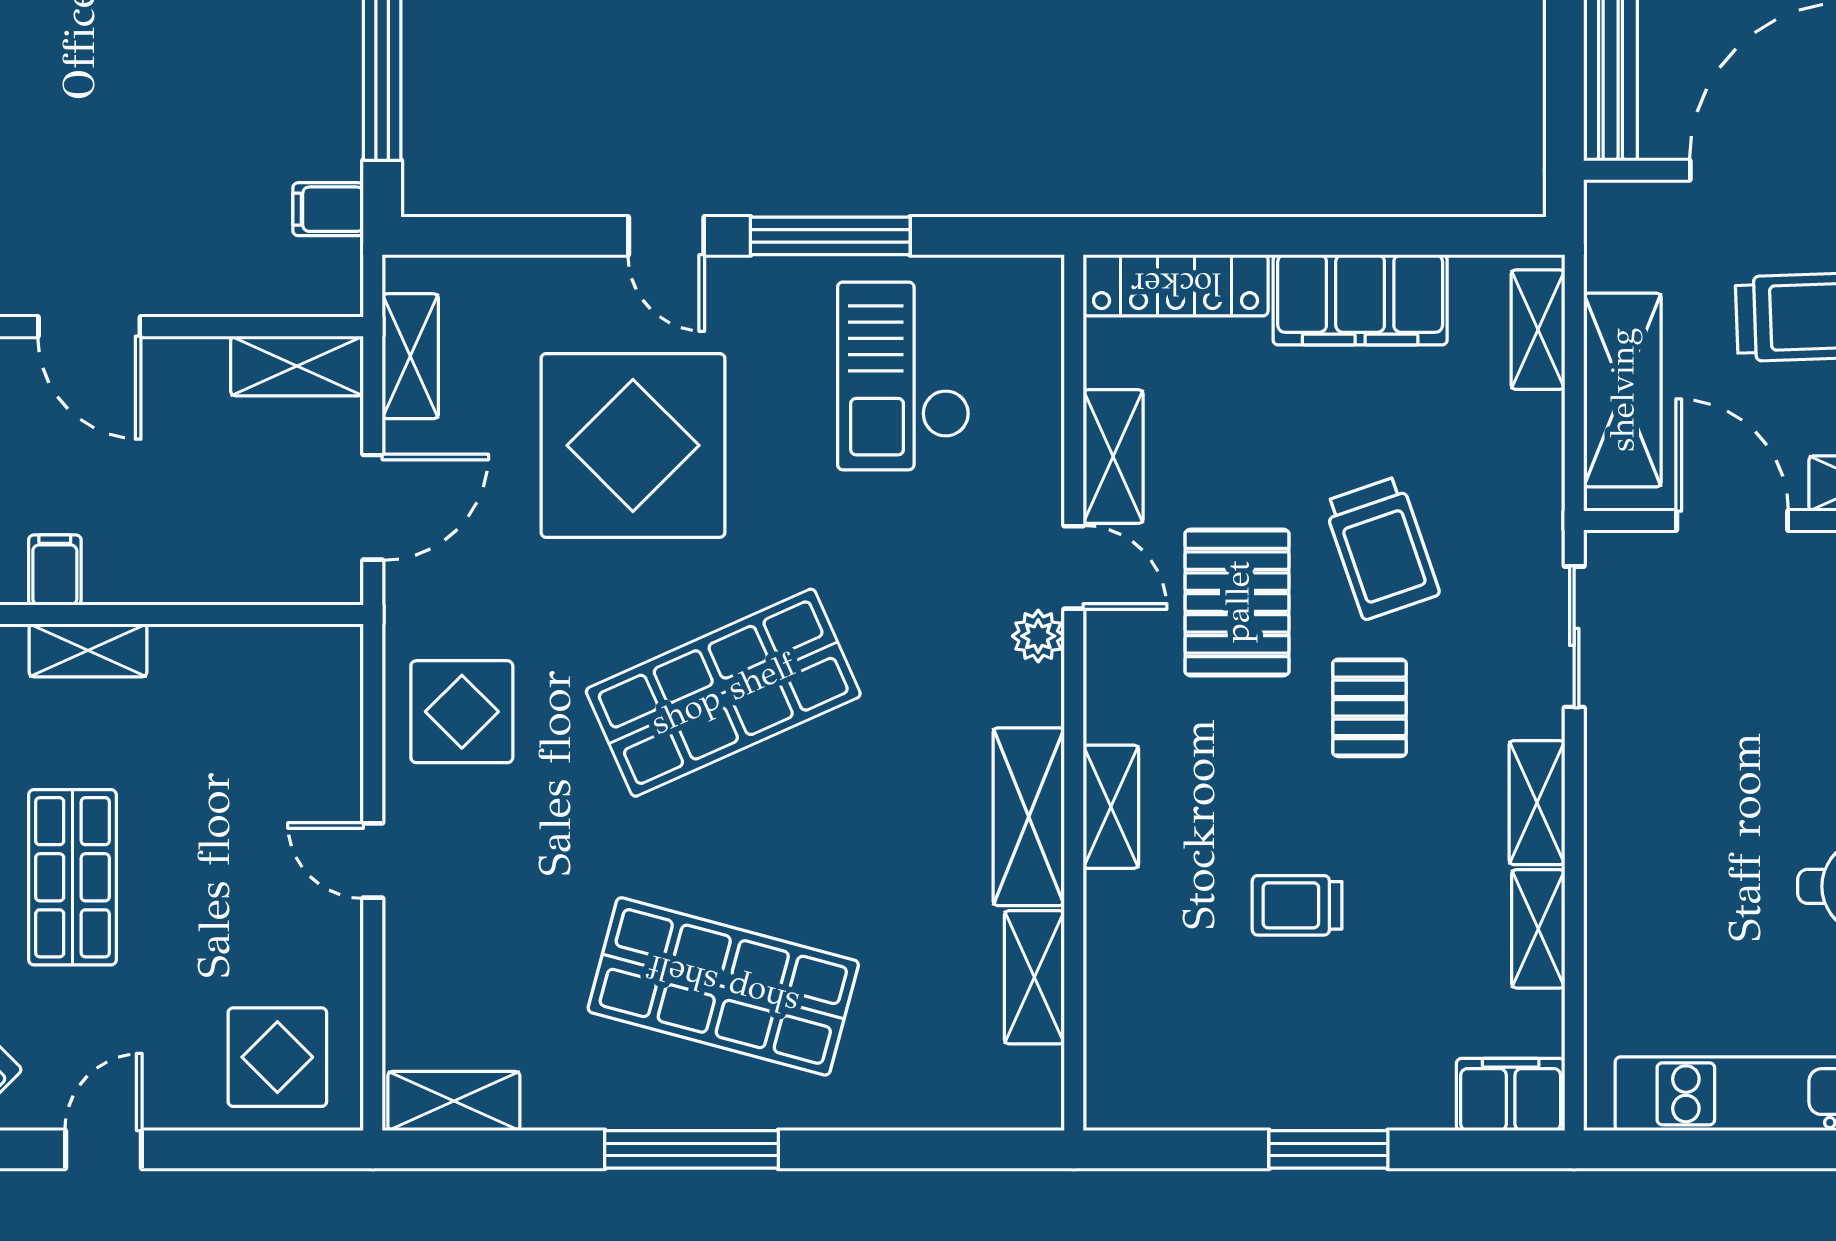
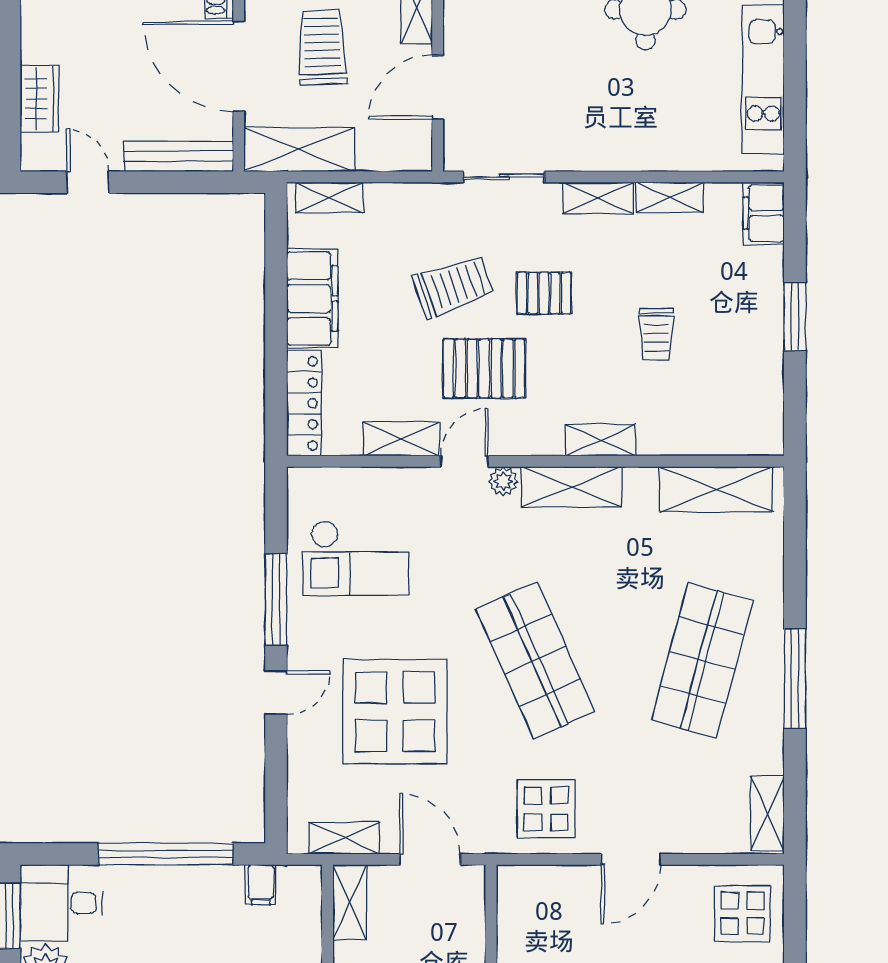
shelving: (1622, 390) -> (299, 150), moved
shelving: (1029, 817) -> (571, 487), moved
door: (373, 861) -> (631, 859), width x1.37
shelving: (1034, 977) -> (716, 489), width x1.50, depth x1.33

